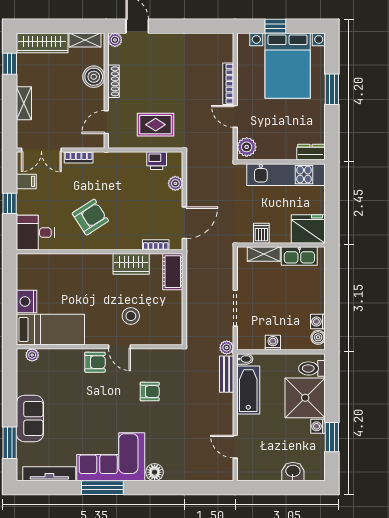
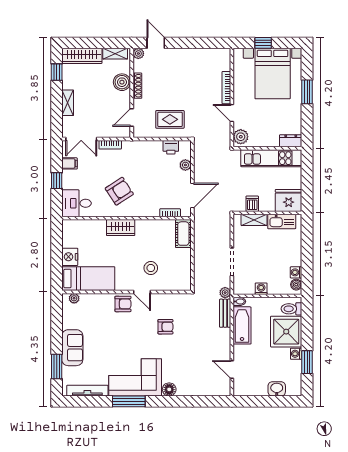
wardrobe: (131, 264) -> (121, 228), moved

